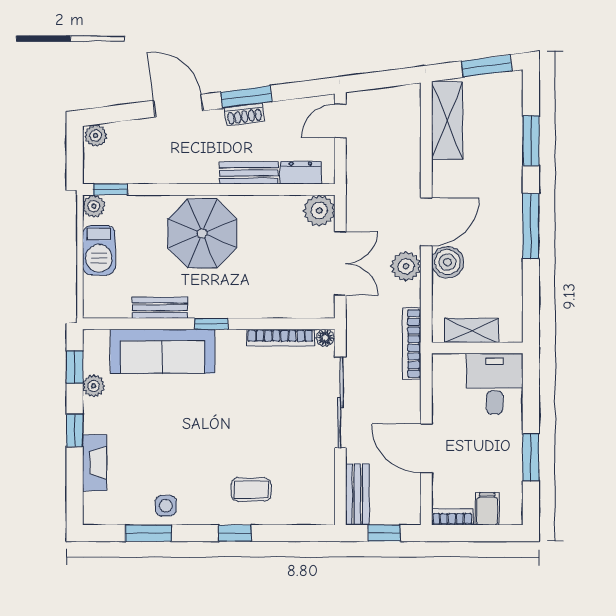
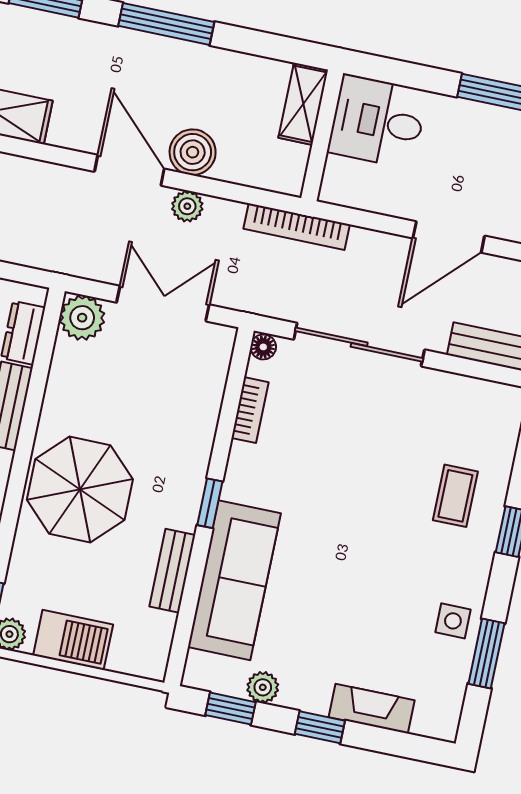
plant: (406, 266) -> (187, 206), width x0.73, depth x0.73
shelving: (471, 330) -> (303, 104), moved
bookcase: (280, 338) -> (250, 410), width x0.64

